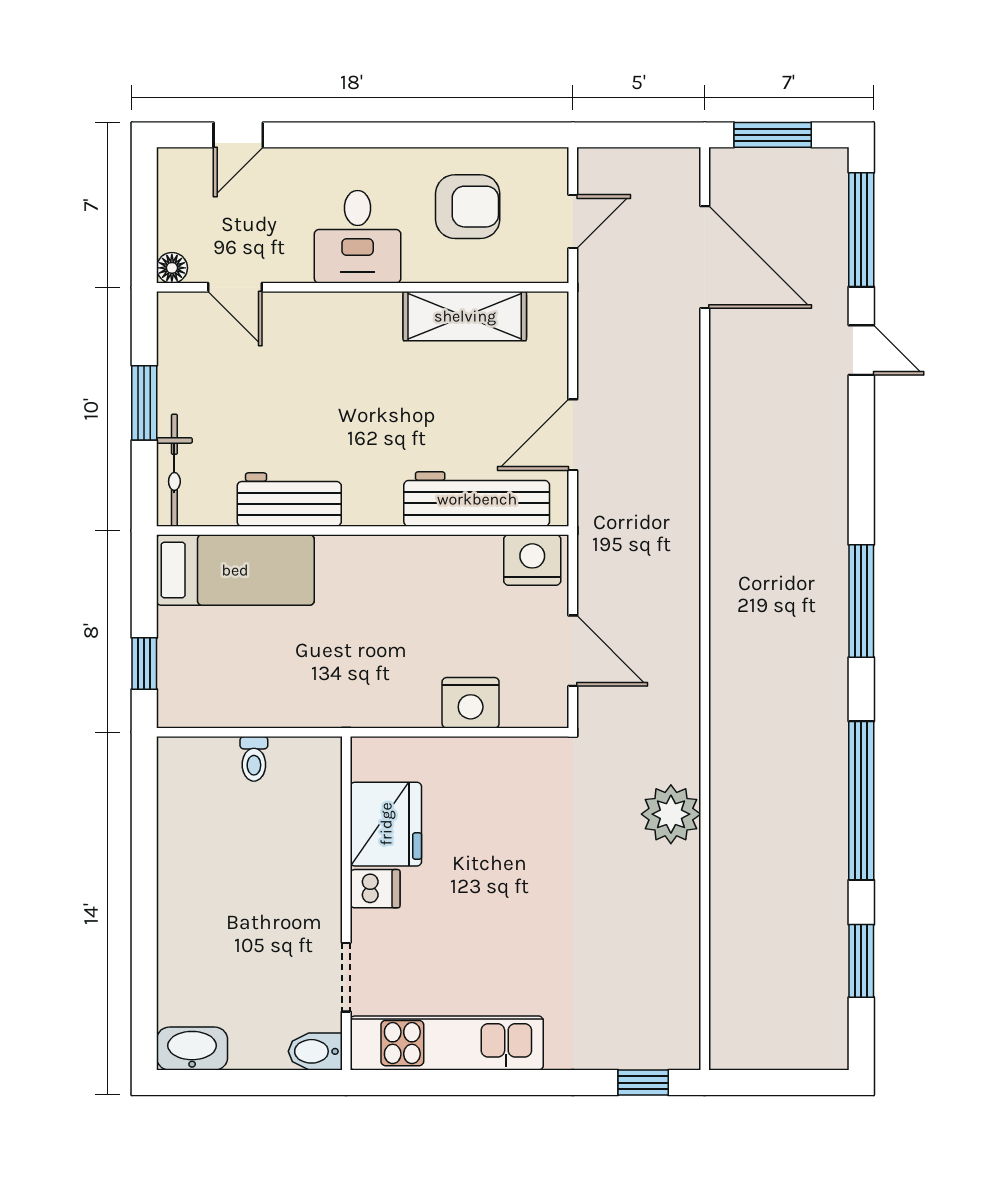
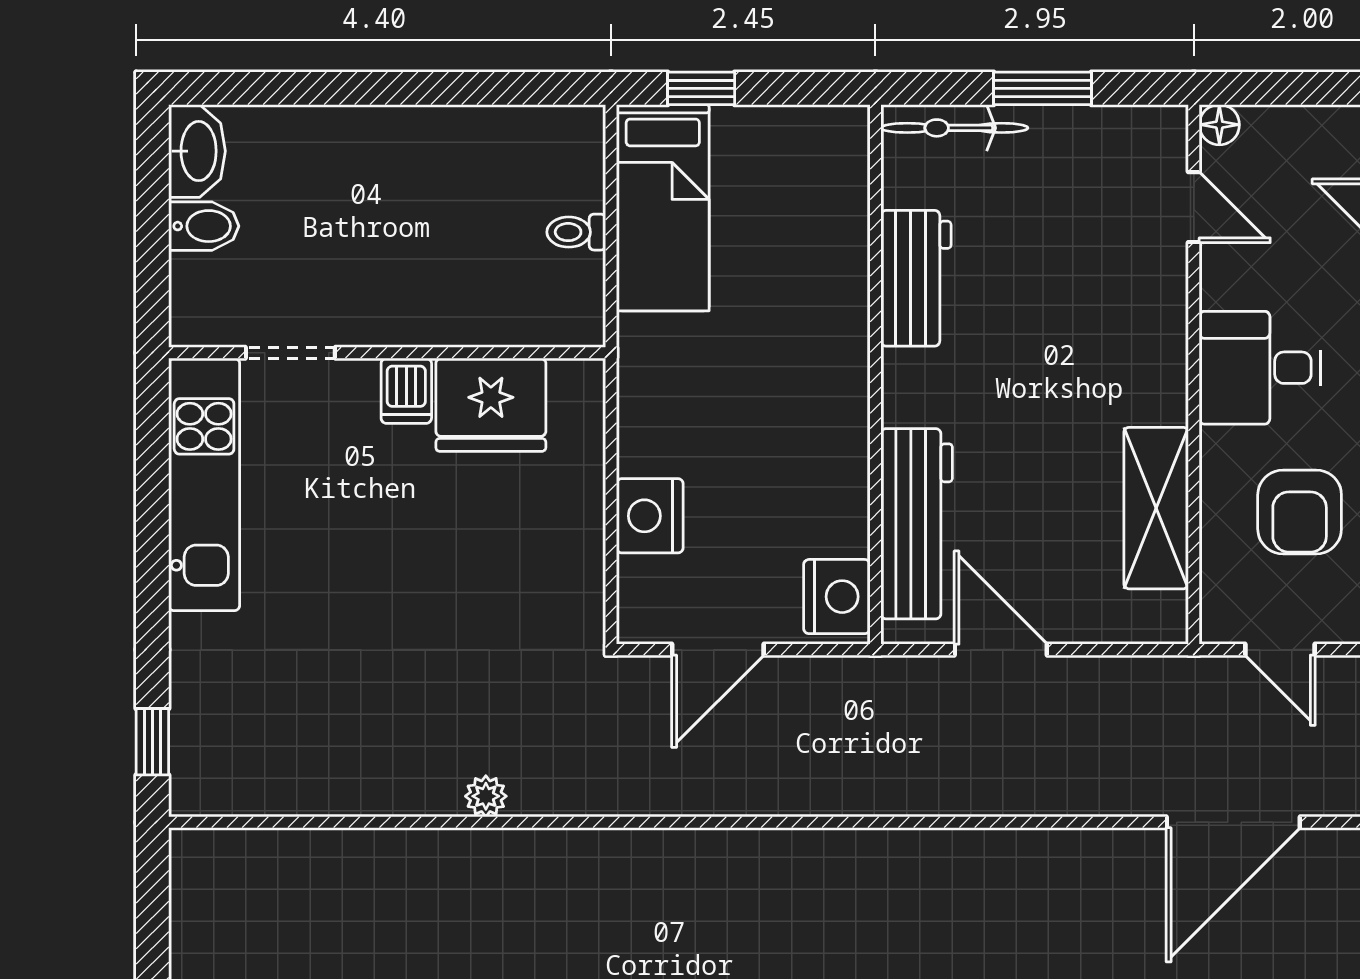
door: (235, 287) -> (1194, 207), swing flipped
bed: (235, 570) -> (663, 208), moved
plant: (671, 814) -> (486, 796), width x0.53, depth x0.53
bidet: (315, 1051) -> (204, 226), moved, turned 90

